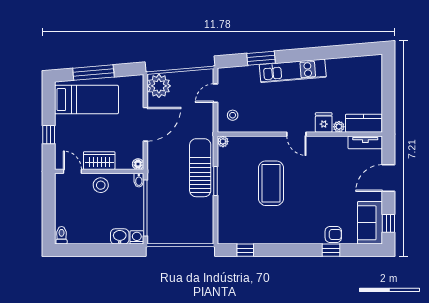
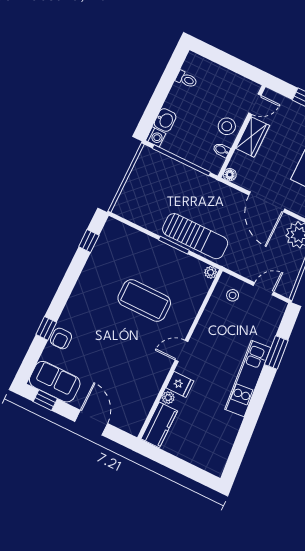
door: (216, 93) -> (263, 289), hinge flipped
tv unit: (365, 142) -> (139, 417), removed
bidet: (139, 180) -> (221, 150), moved
toilet: (62, 235) -> (186, 79), moved

